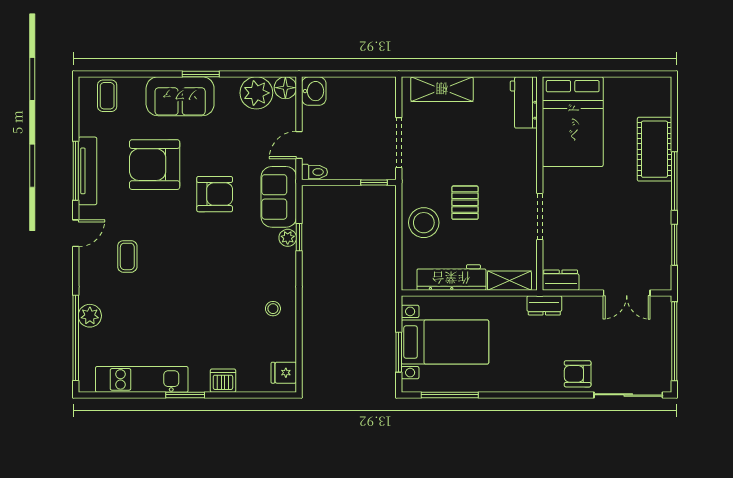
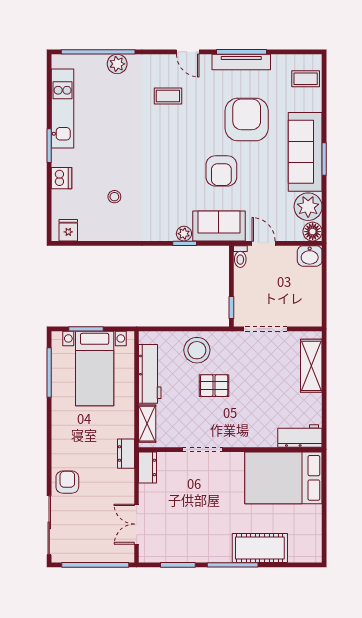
sofa: (180, 96) -> (305, 152), width x1.36
stool: (273, 309) -> (114, 197), moved

